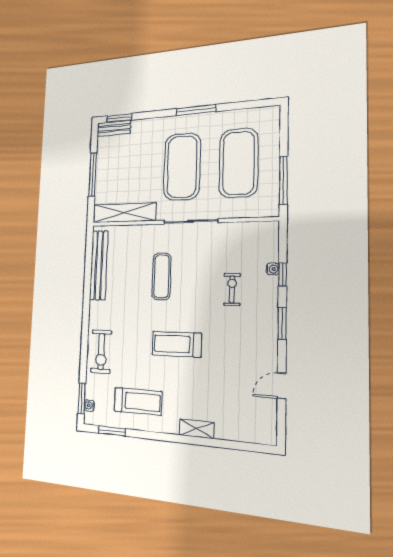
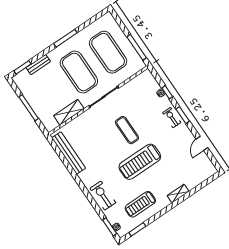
bench: (114, 128) -> (38, 65), moved
shelving: (124, 213) -> (69, 112), width x0.68
exercise mat: (162, 276) -> (127, 130), moved
exercise bike: (232, 289) -> (172, 118), moved
treadmill: (177, 344) -> (140, 162), width x1.37, depth x1.38
exercise bike: (101, 352) -> (103, 196), turned 180
treadmill: (138, 401) -> (140, 204), turned 180

